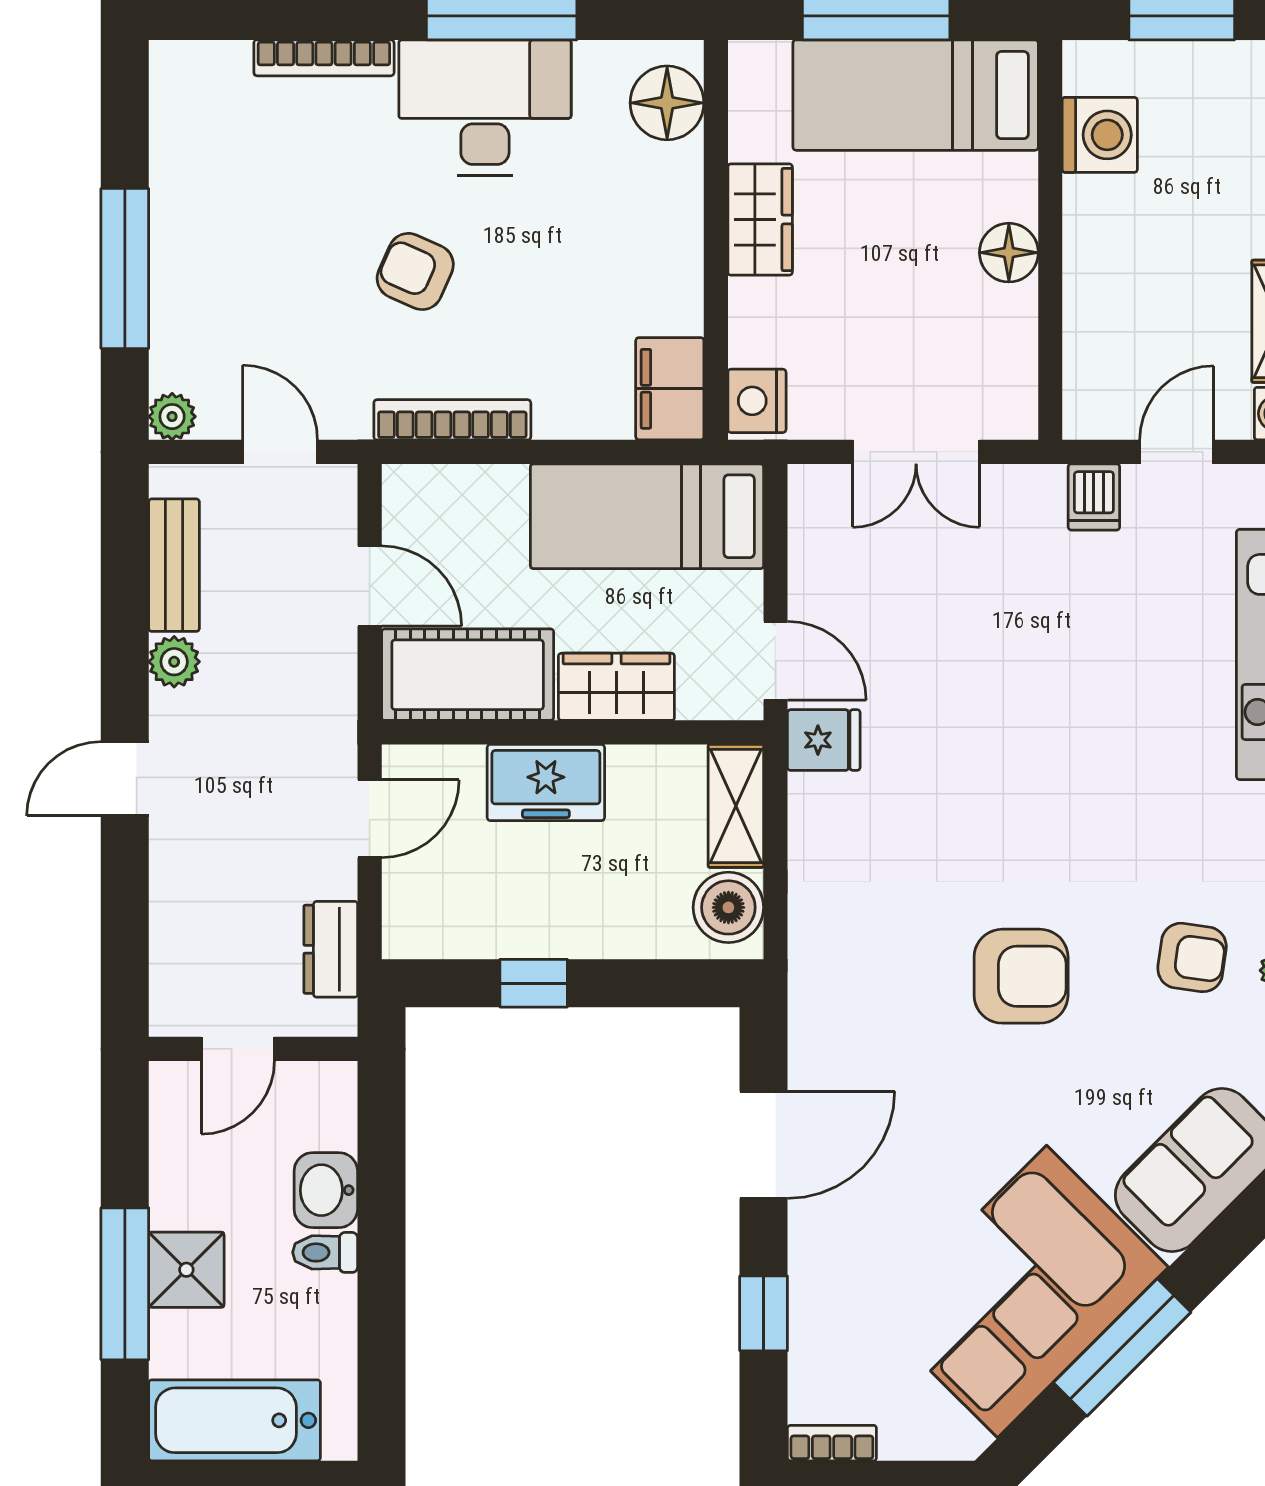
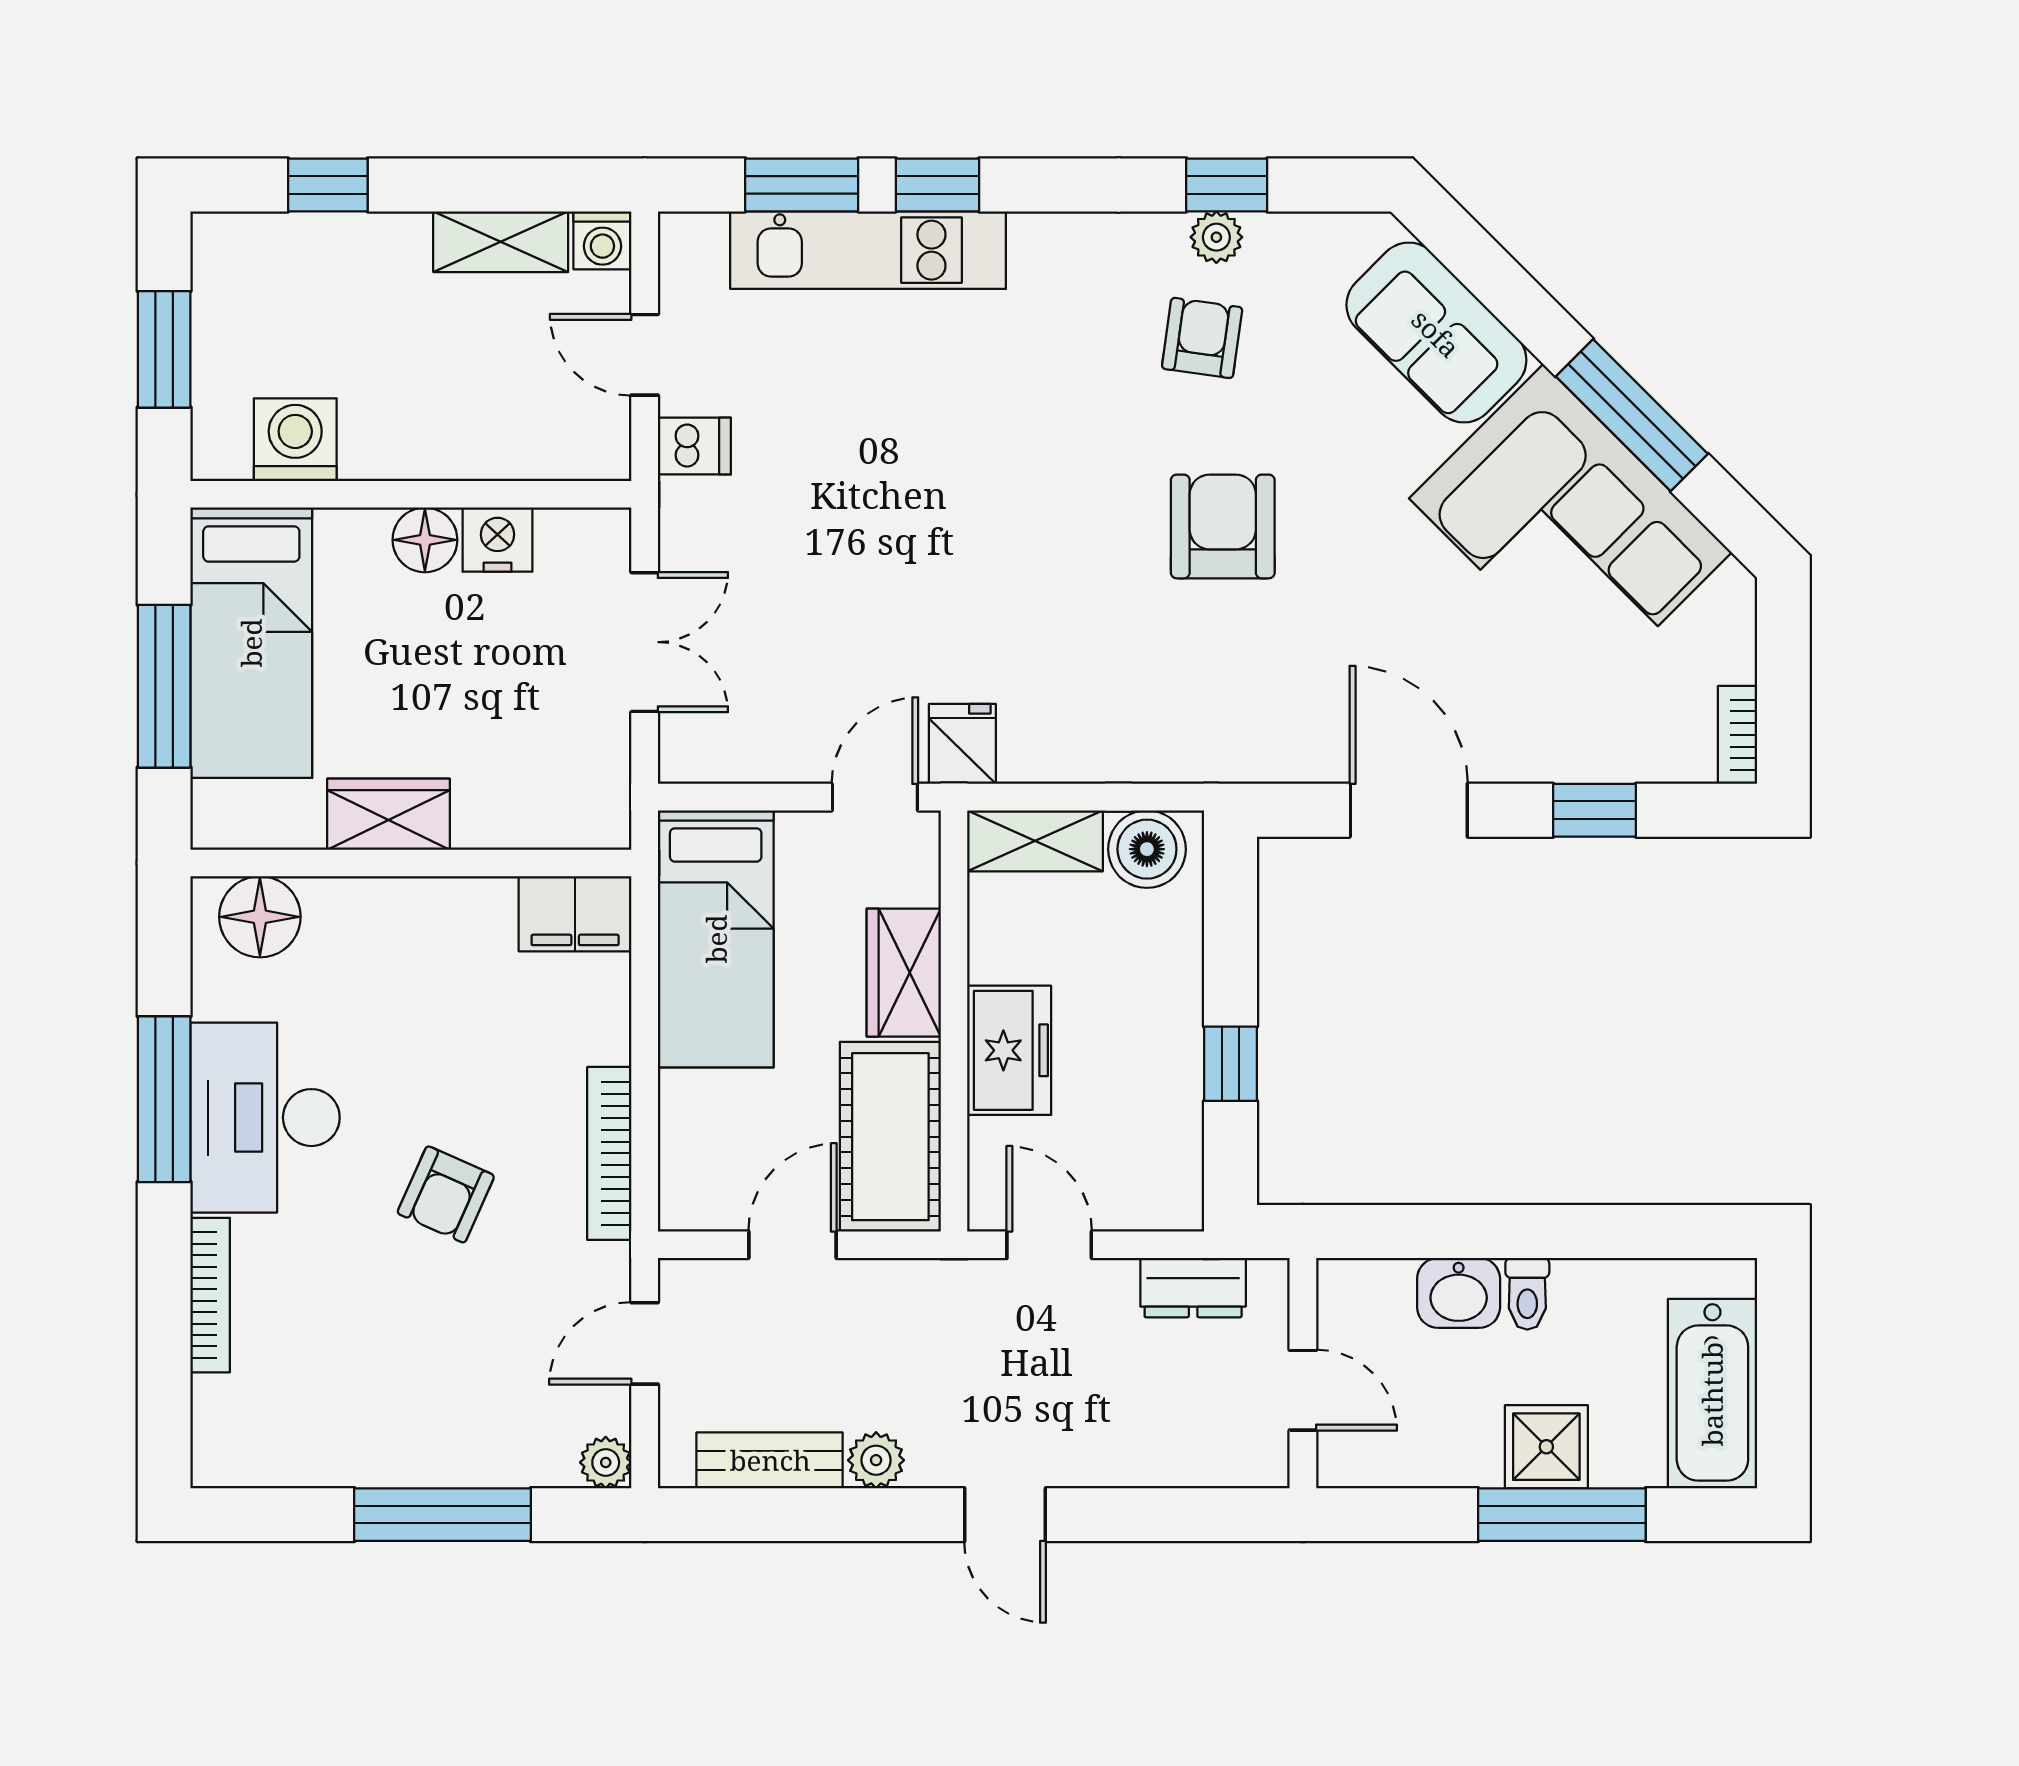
nightstand: (757, 401) -> (498, 540), moved, turned 180

